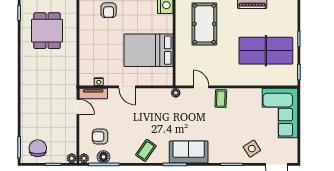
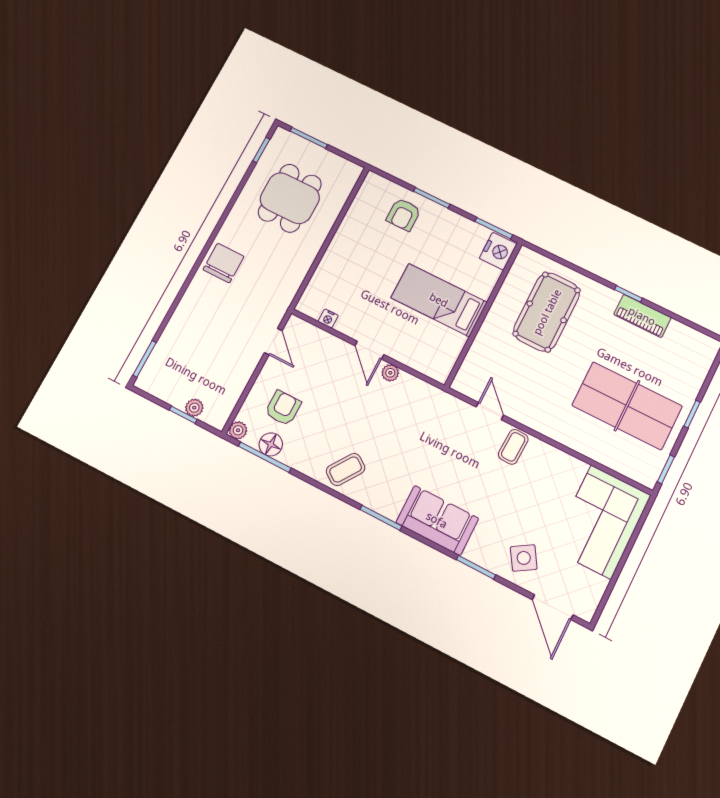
bed: (148, 50) -> (439, 300), width x0.67
plant: (176, 93) -> (390, 373), moved
tv unit: (93, 94) -> (309, 333), removed
armchair: (100, 137) -> (283, 408), turned 90
chair: (38, 148) -> (223, 263), moved
sofa: (189, 152) -> (437, 520), moved
plant: (72, 158) -> (194, 408), moved

